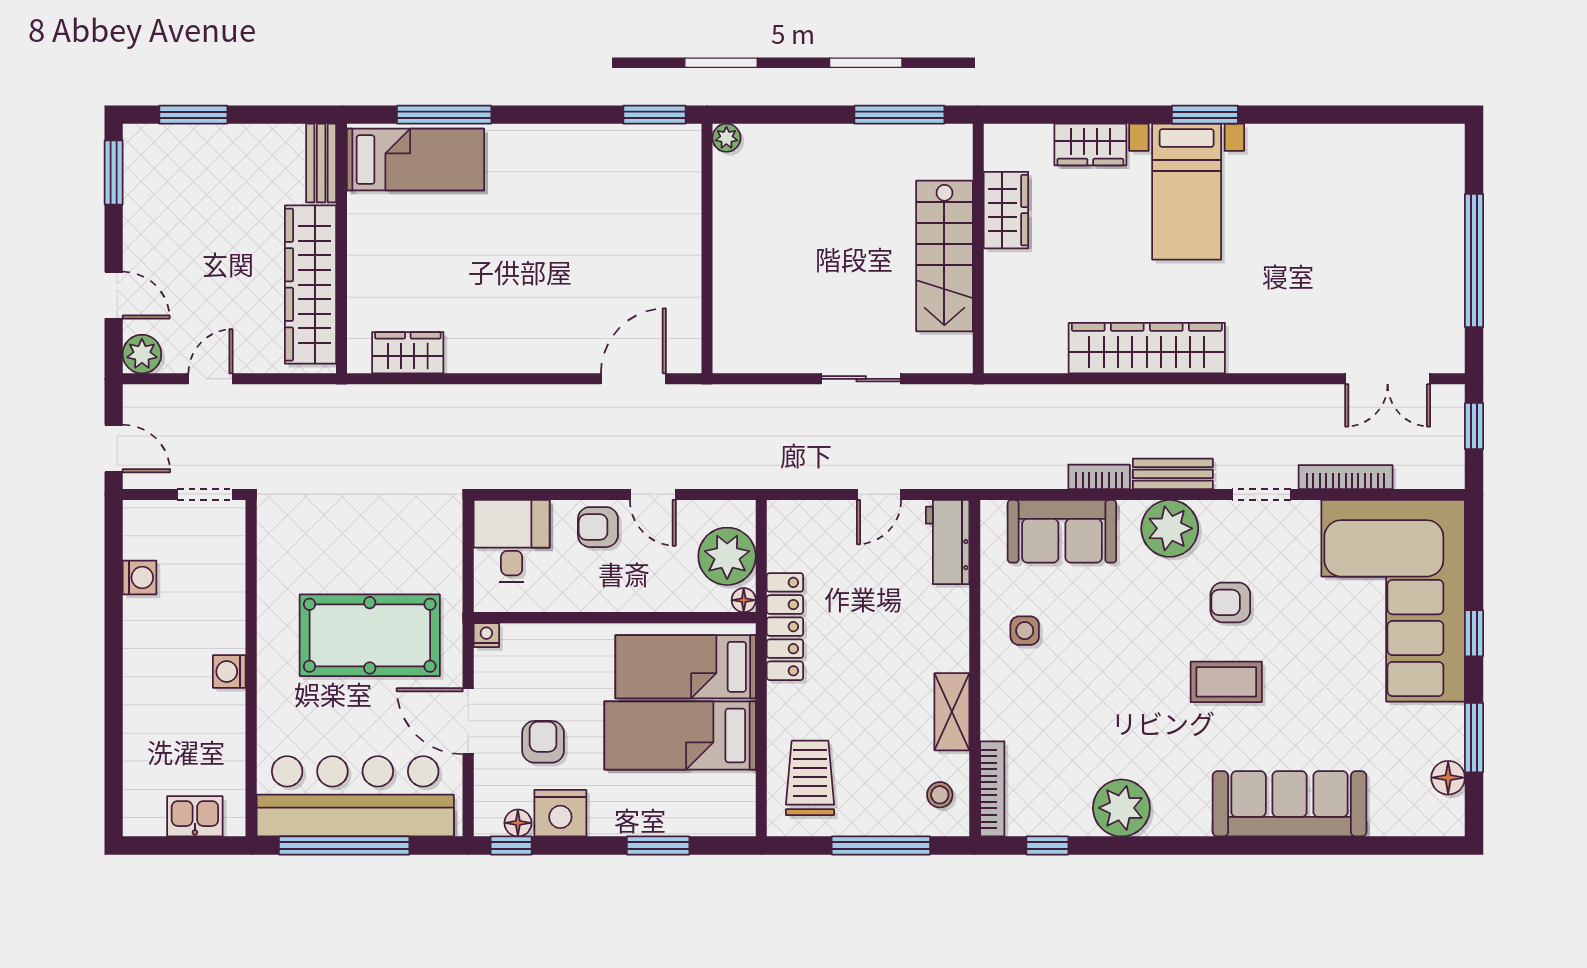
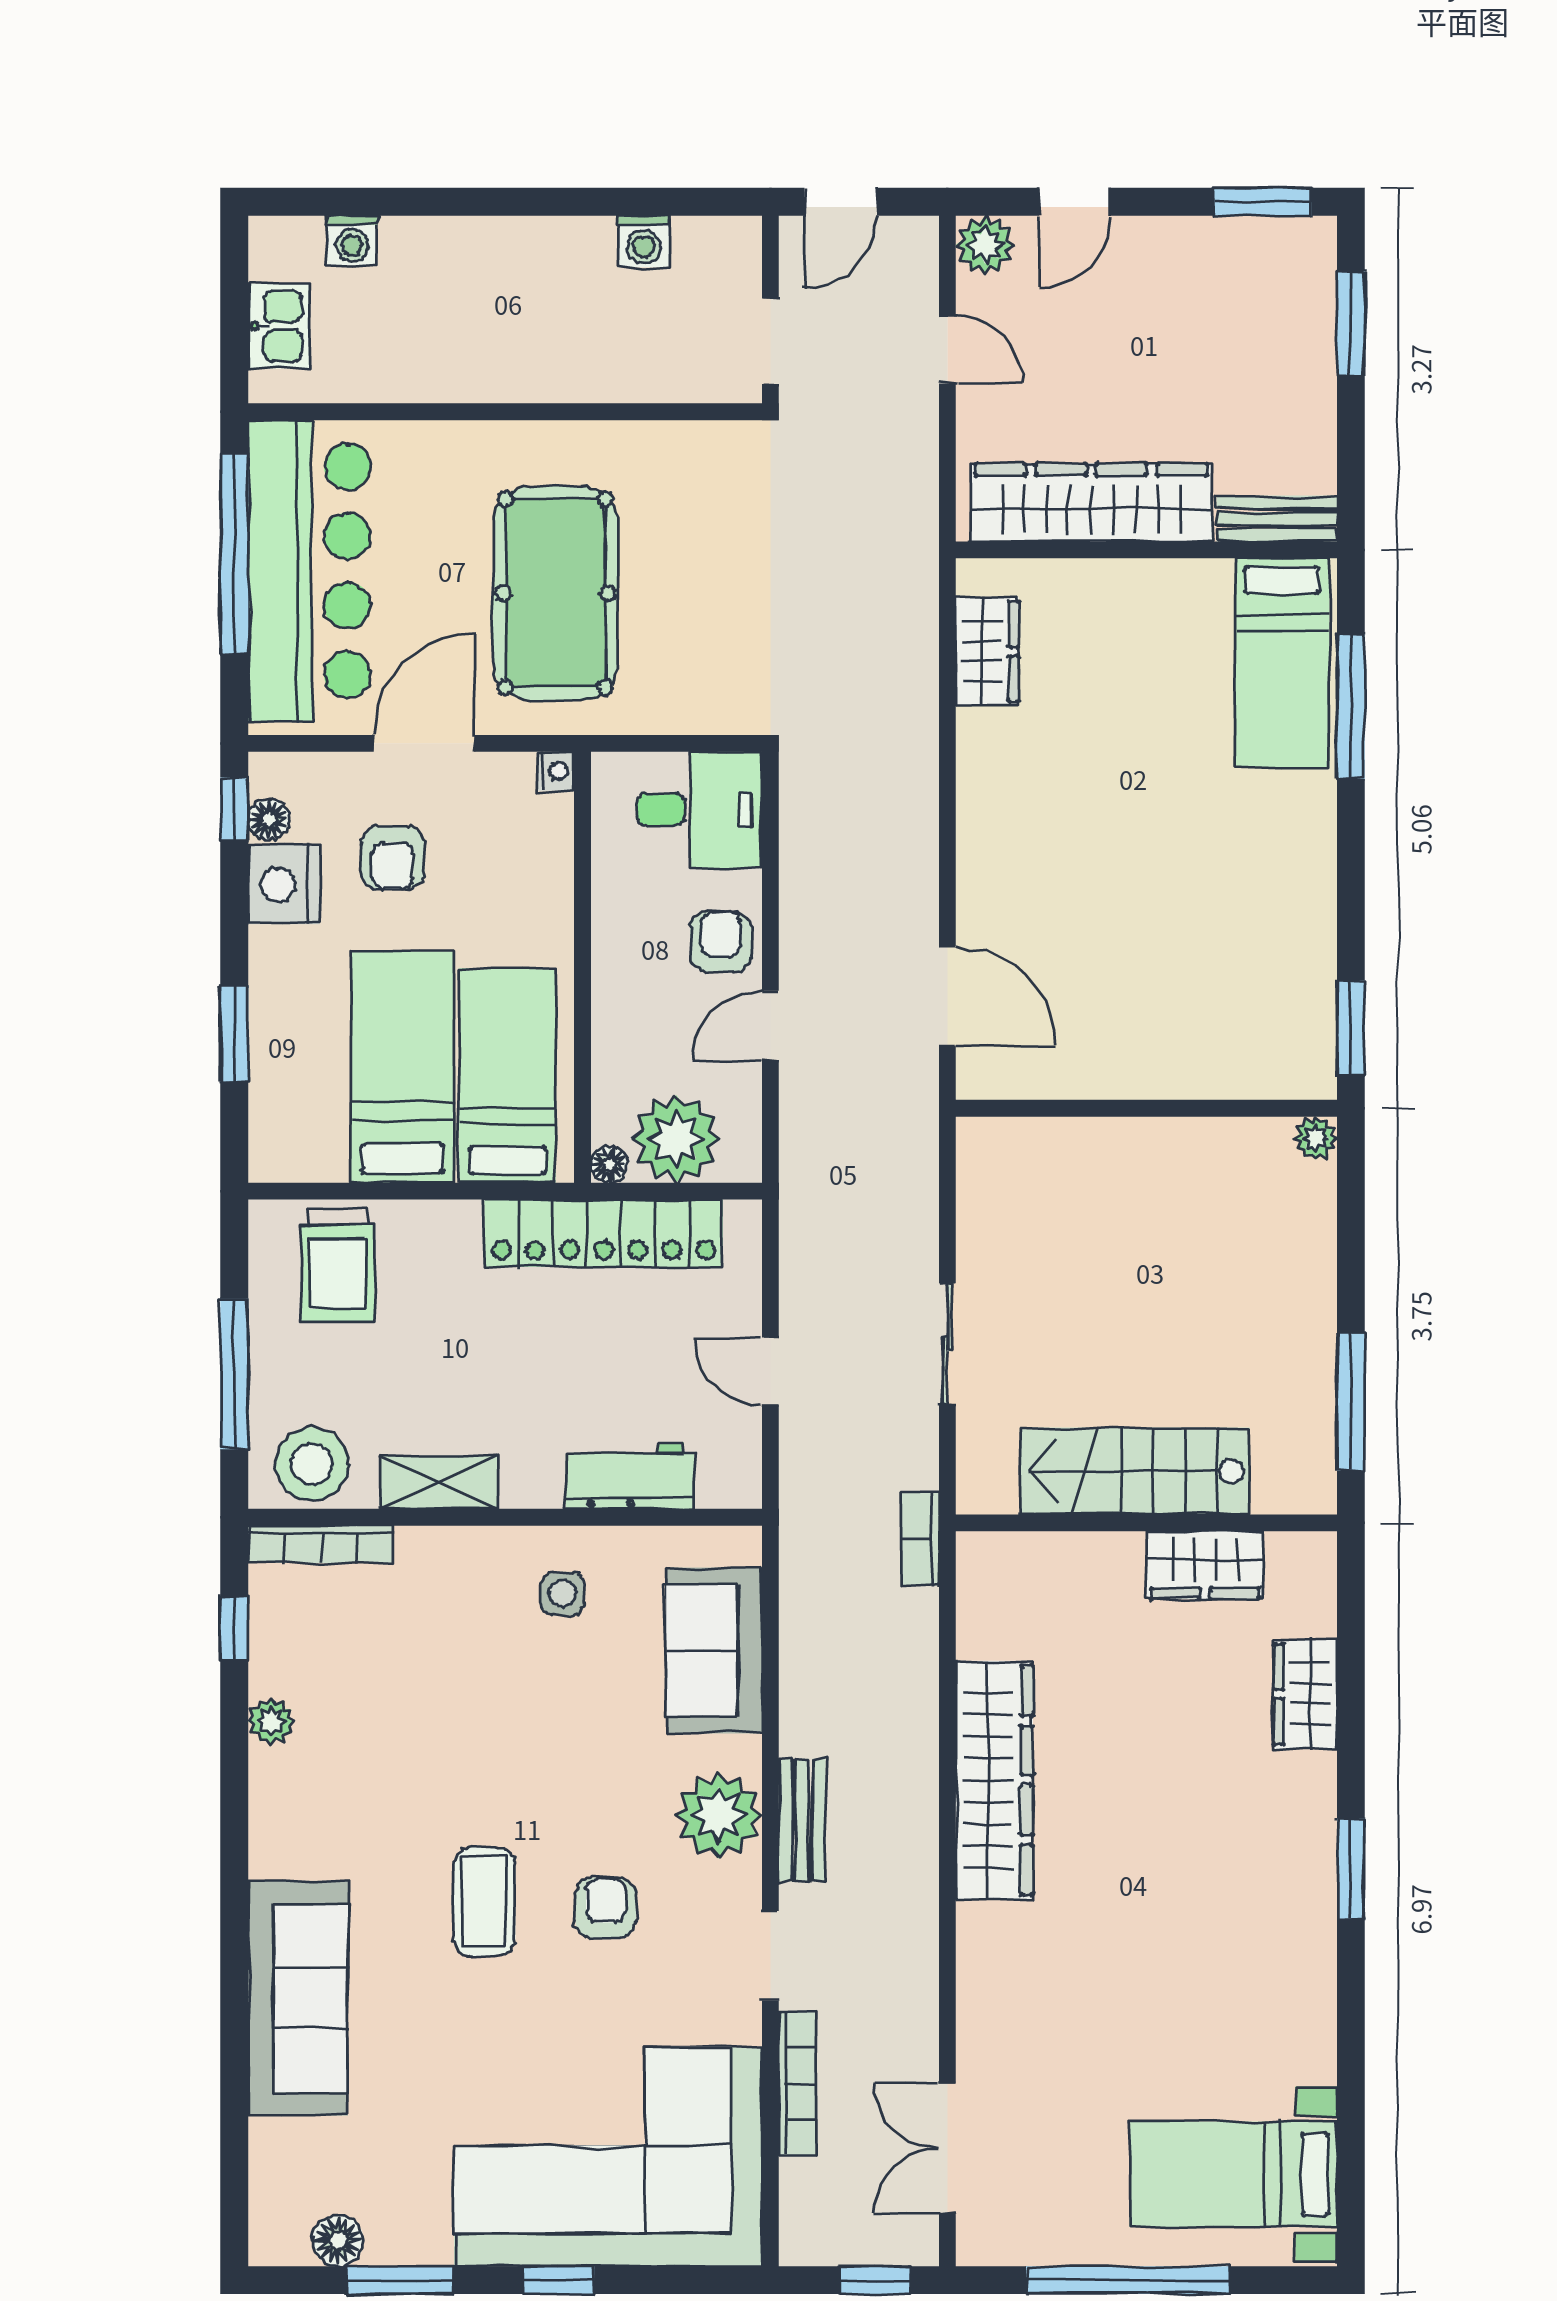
bed with nightstands: (1187, 192) -> (1233, 2174), moved
bookcase: (1099, 477) -> (920, 1539), moved, turned 180
workbench: (948, 542) -> (630, 1476), moved
locker: (785, 627) -> (604, 1233), width x1.41, depth x1.21
washing machine: (229, 672) -> (352, 240), moved, turned 180
armchair: (543, 742) -> (393, 858), turned 90
trolley: (810, 778) -> (338, 1266), turned 90
stool: (940, 795) -> (312, 1464), width x1.89, depth x1.89
plant: (1121, 808) -> (271, 1721), width x0.53, depth x0.53

